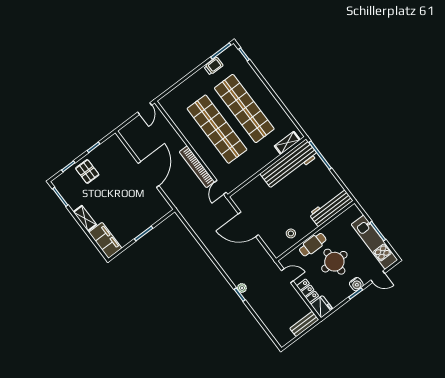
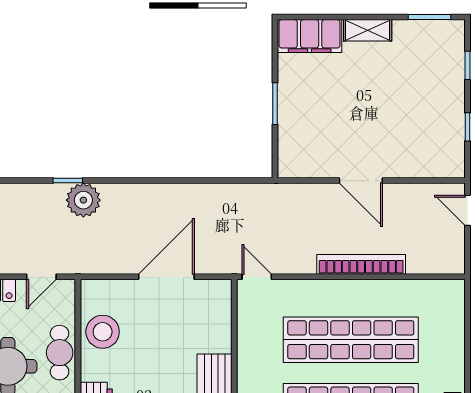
door: (145, 109) -> (467, 210), moved
bookcase: (197, 167) -> (361, 264), moved
pallet: (87, 171) -> (437, 89), removed
door: (149, 174) -> (361, 181), width x0.73
stool: (291, 233) -> (103, 332), width x1.89, depth x1.89
plant: (242, 288) -> (83, 200), width x1.87, depth x1.87

